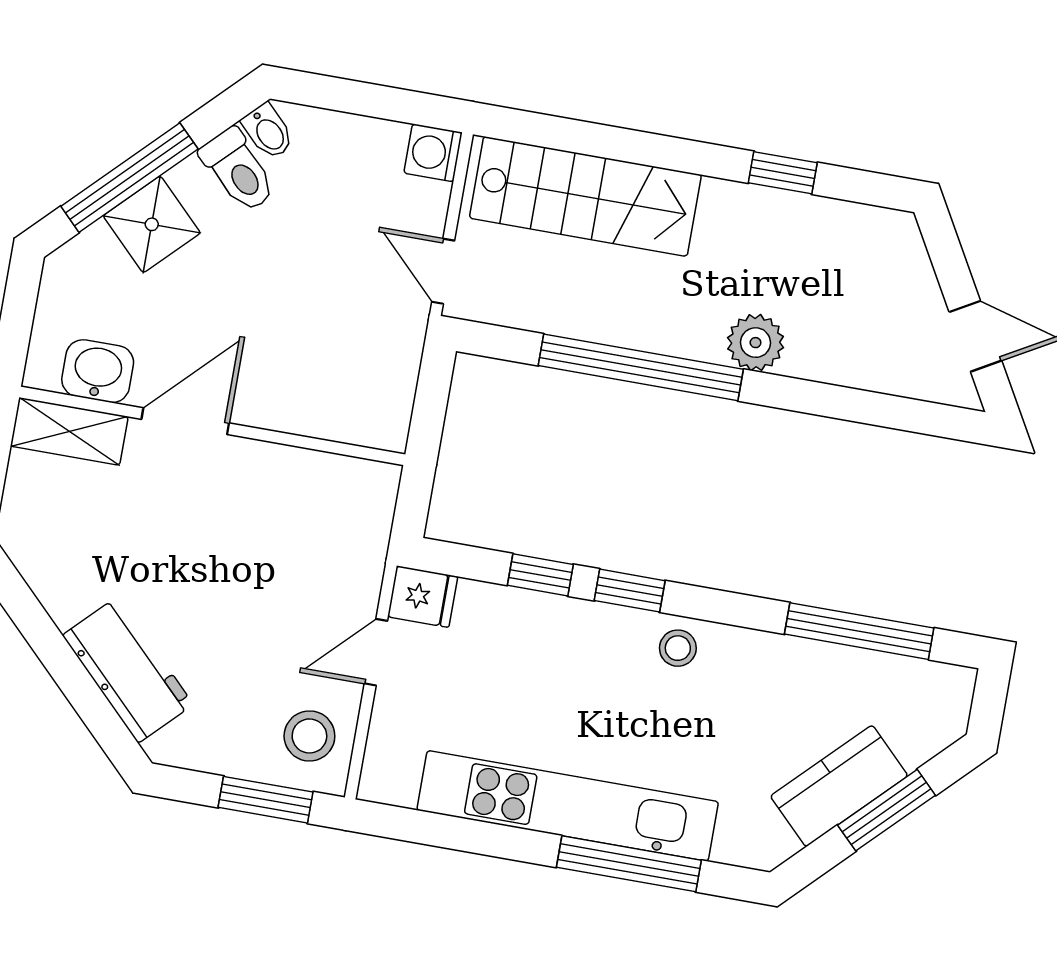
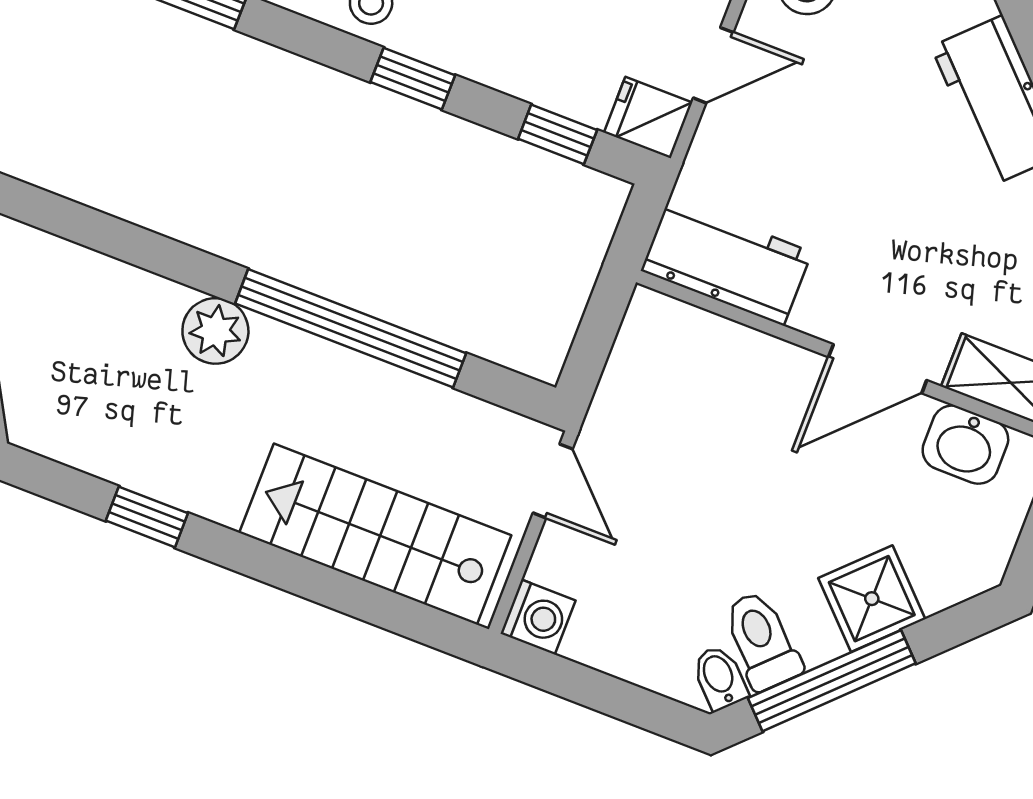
window: (129, 178) -> (832, 681), moved
workbench: (332, 487) -> (726, 261), added
window: (540, 575) -> (558, 134), moved

